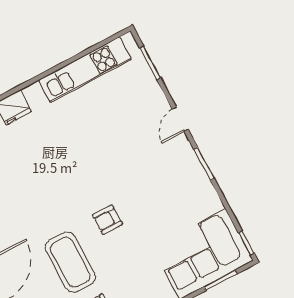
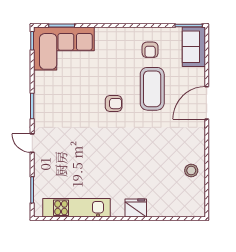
door: (180, 119) -> (32, 143), swing flipped

